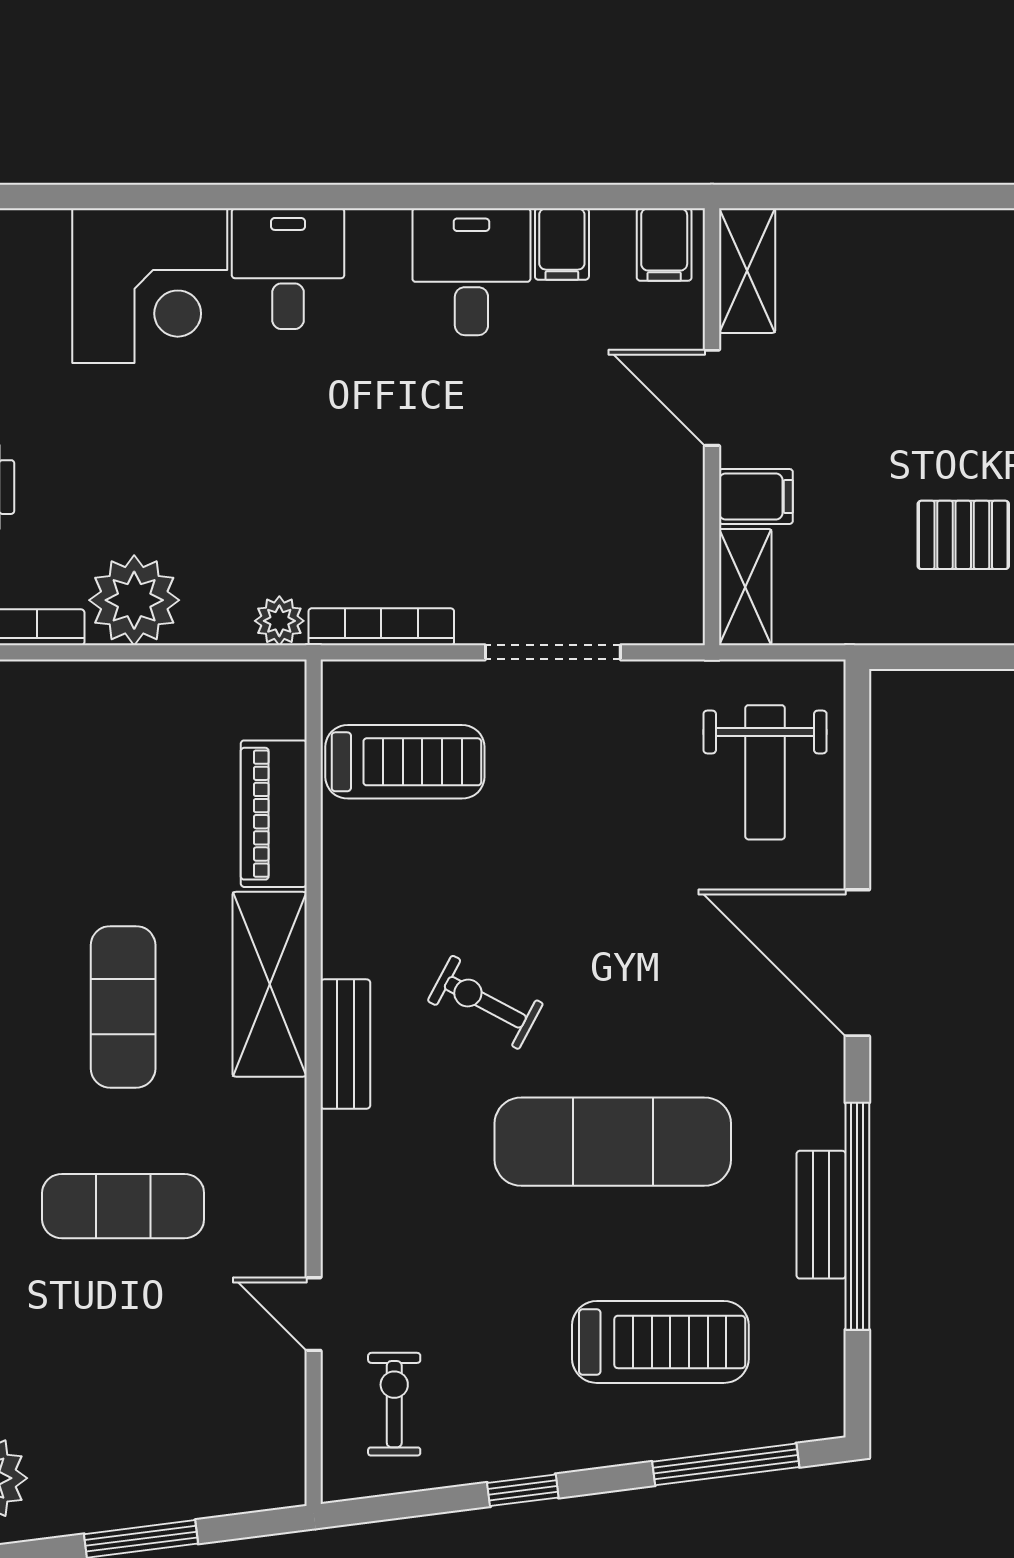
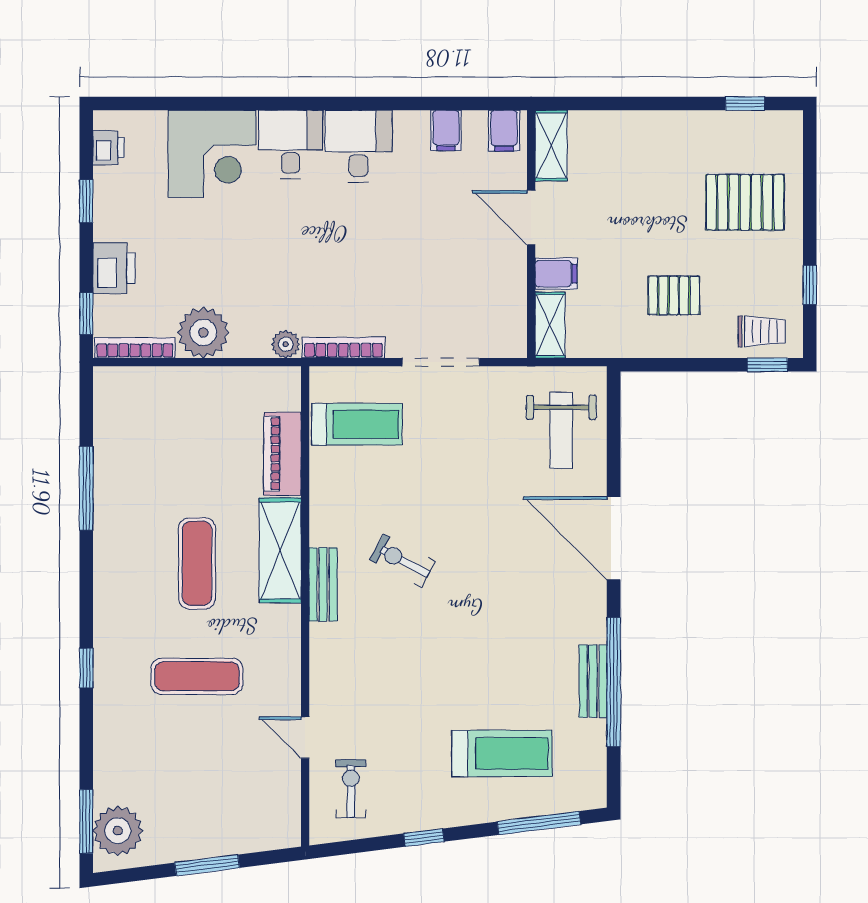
desk: (471, 272) -> (359, 146), moved
exercise mat: (613, 1142) -> (475, 640), removed

